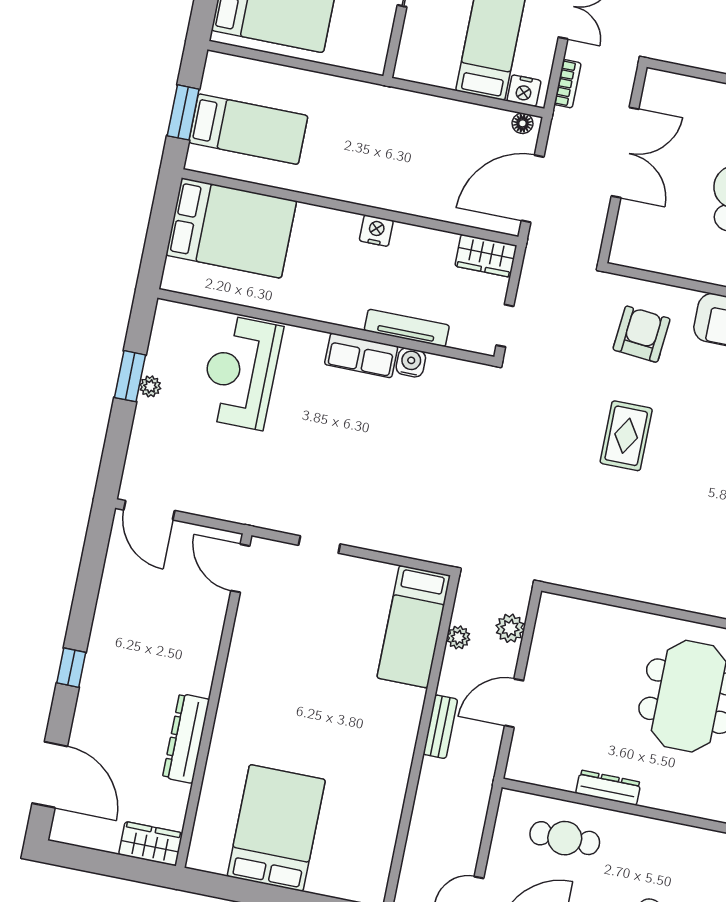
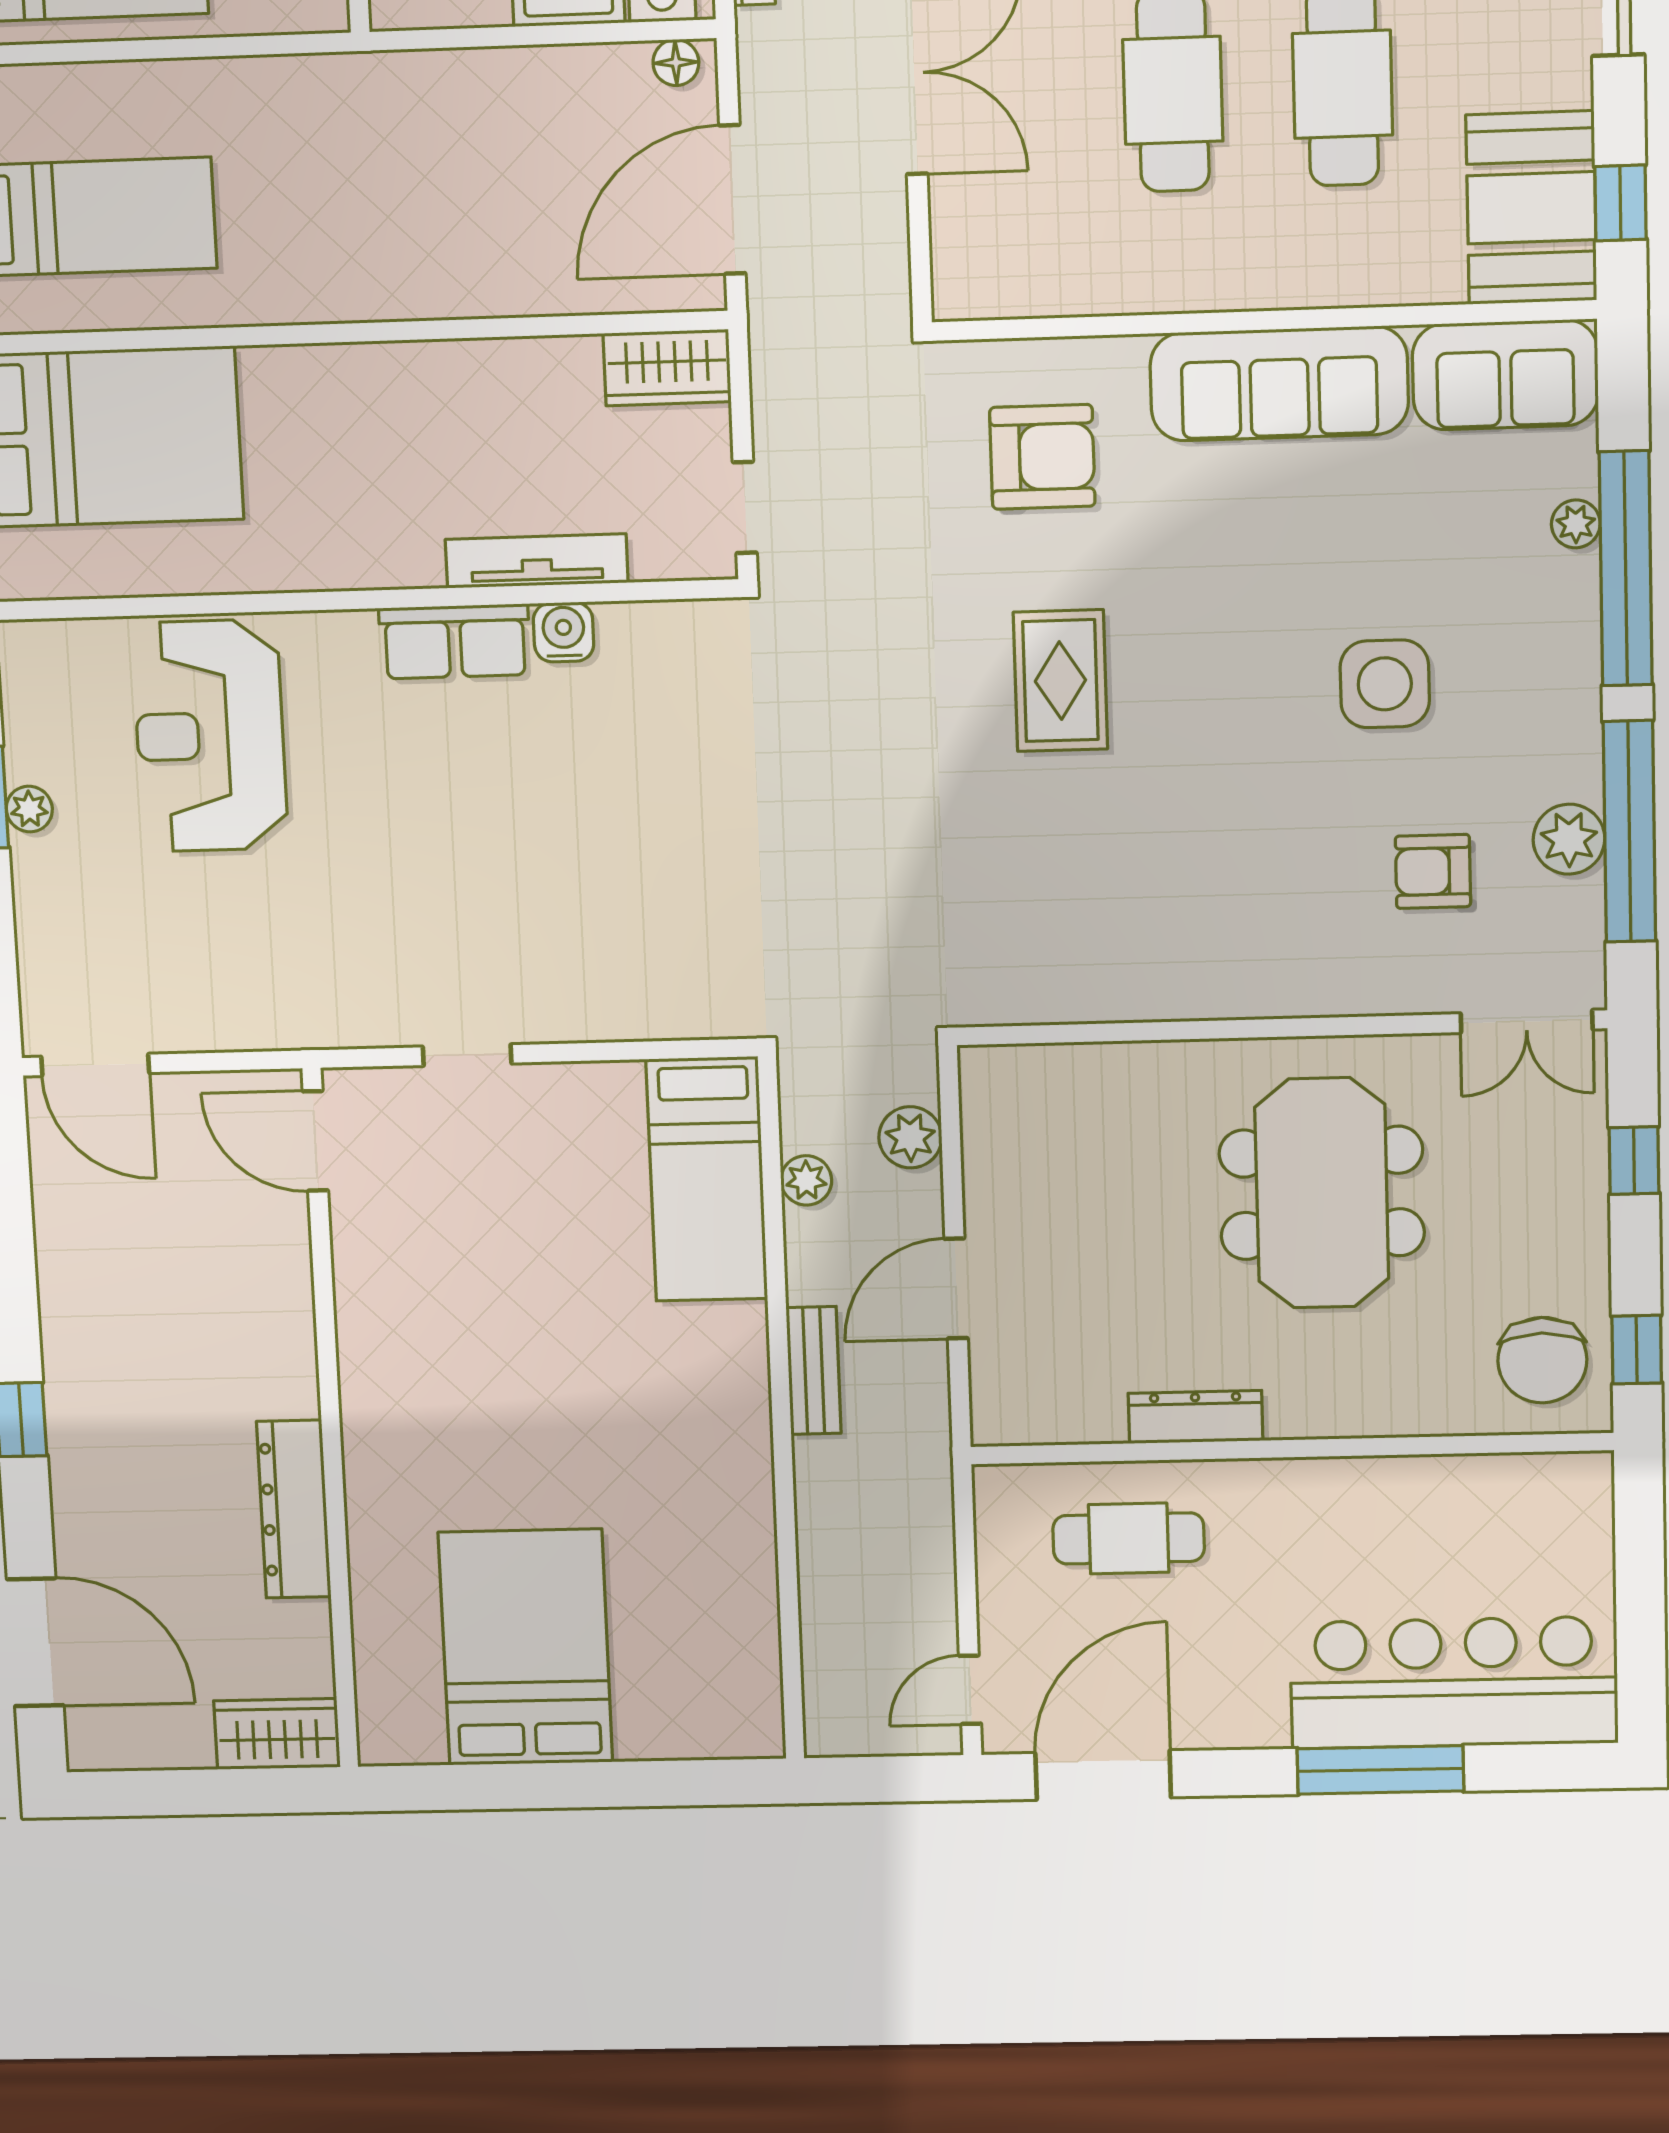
nightstand: (376, 231) -> (420, 369), removed
armchair: (642, 334) -> (1042, 457), turned 85

